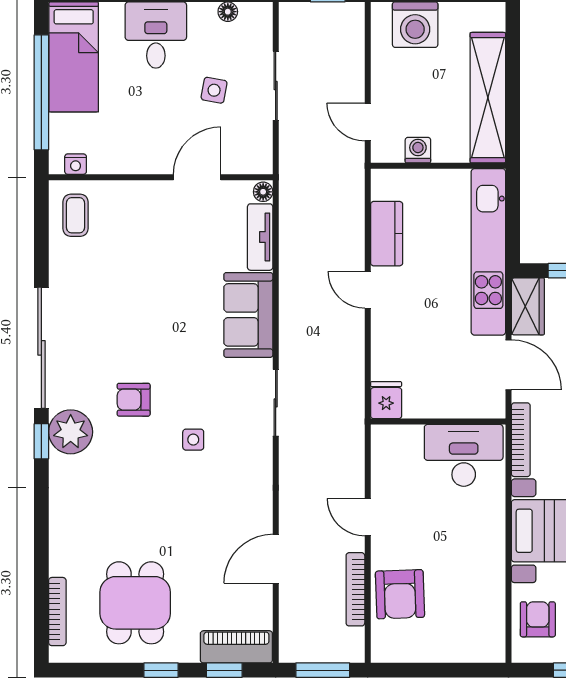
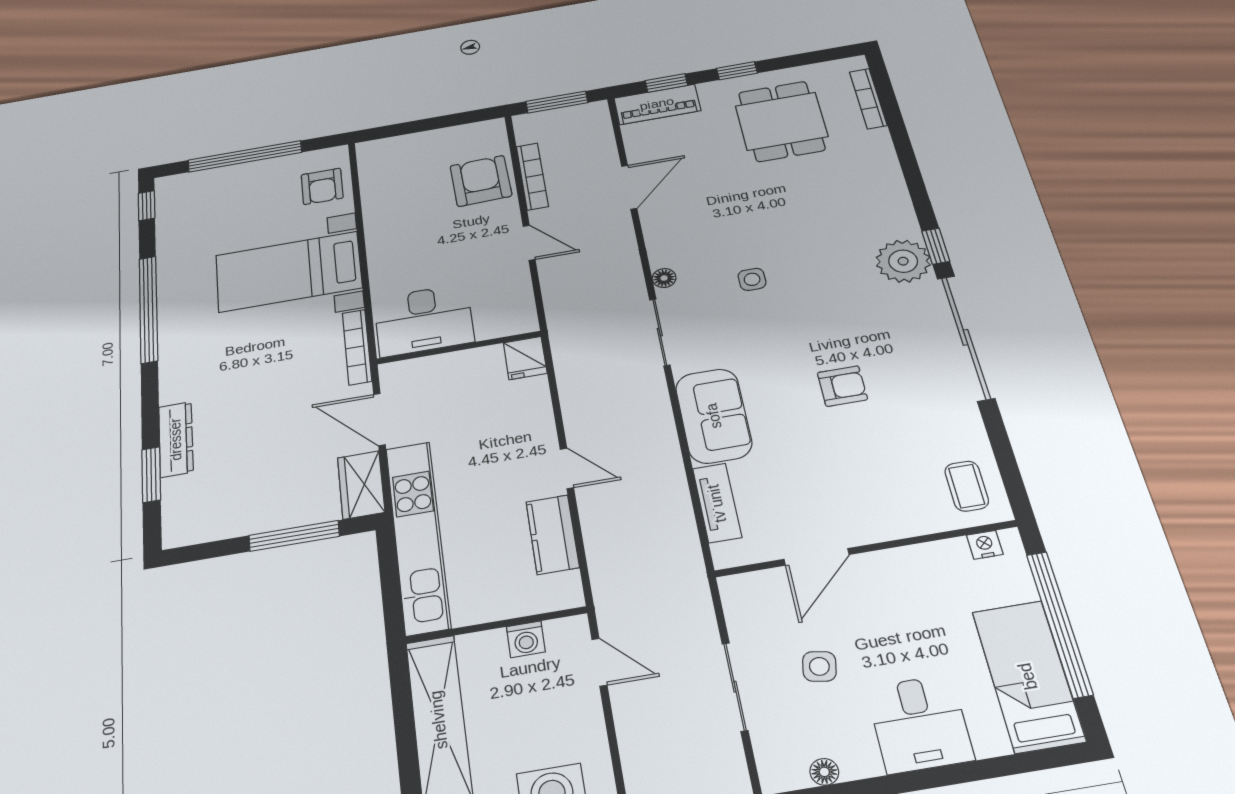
floor lamp: (263, 192) -> (664, 278), moved
armchair: (134, 400) -> (842, 386), moved

